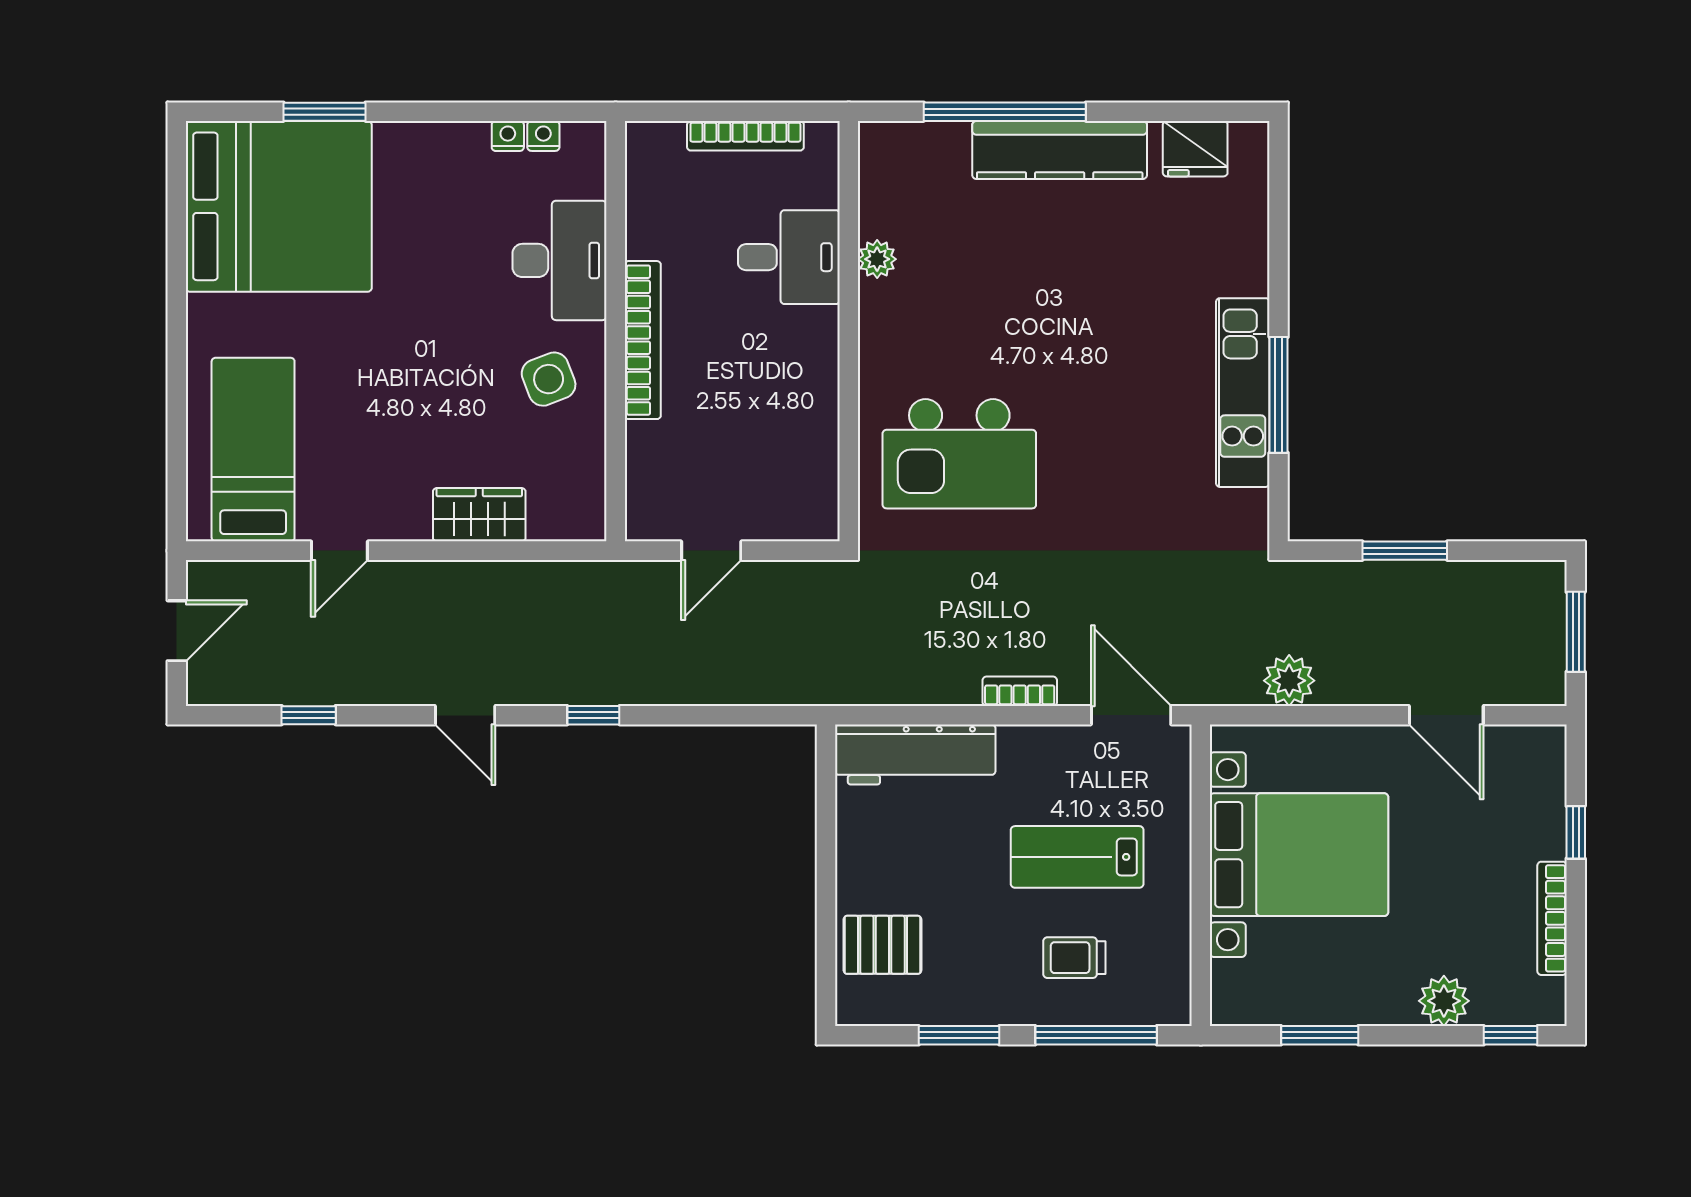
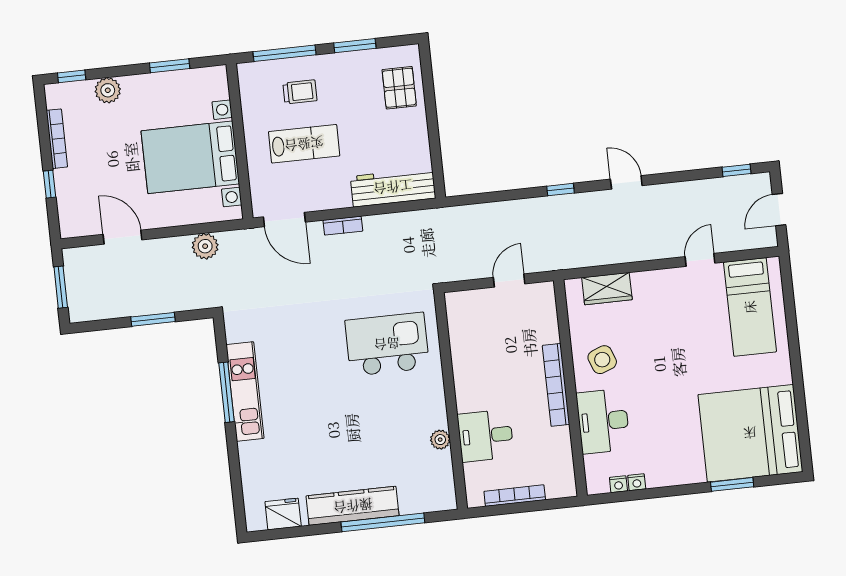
wardrobe: (479, 515) -> (607, 289), moved
window: (309, 715) -> (737, 170), moved
pallet: (882, 945) -> (399, 88), turned 90

